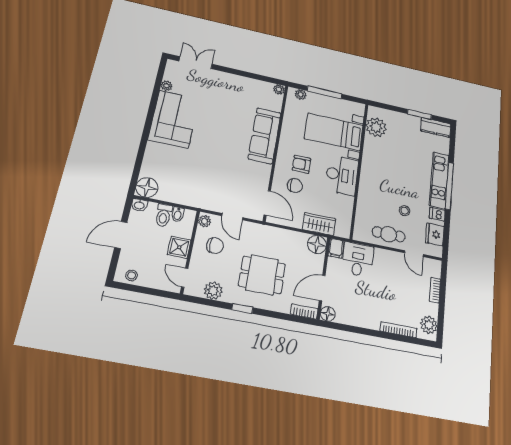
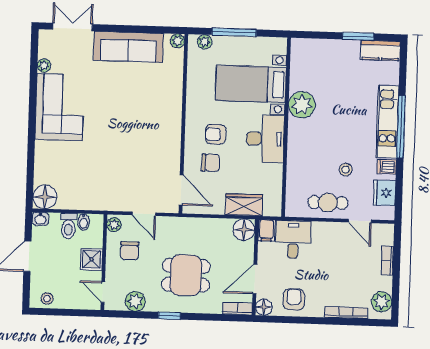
plant: (376, 127) -> (302, 105), moved
sofa: (265, 136) -> (128, 47), moved, turned -90
chair: (215, 246) -> (130, 251), turned 90
armchair: (354, 311) -> (294, 299), added

